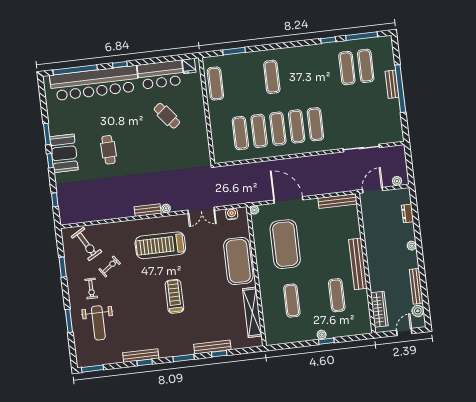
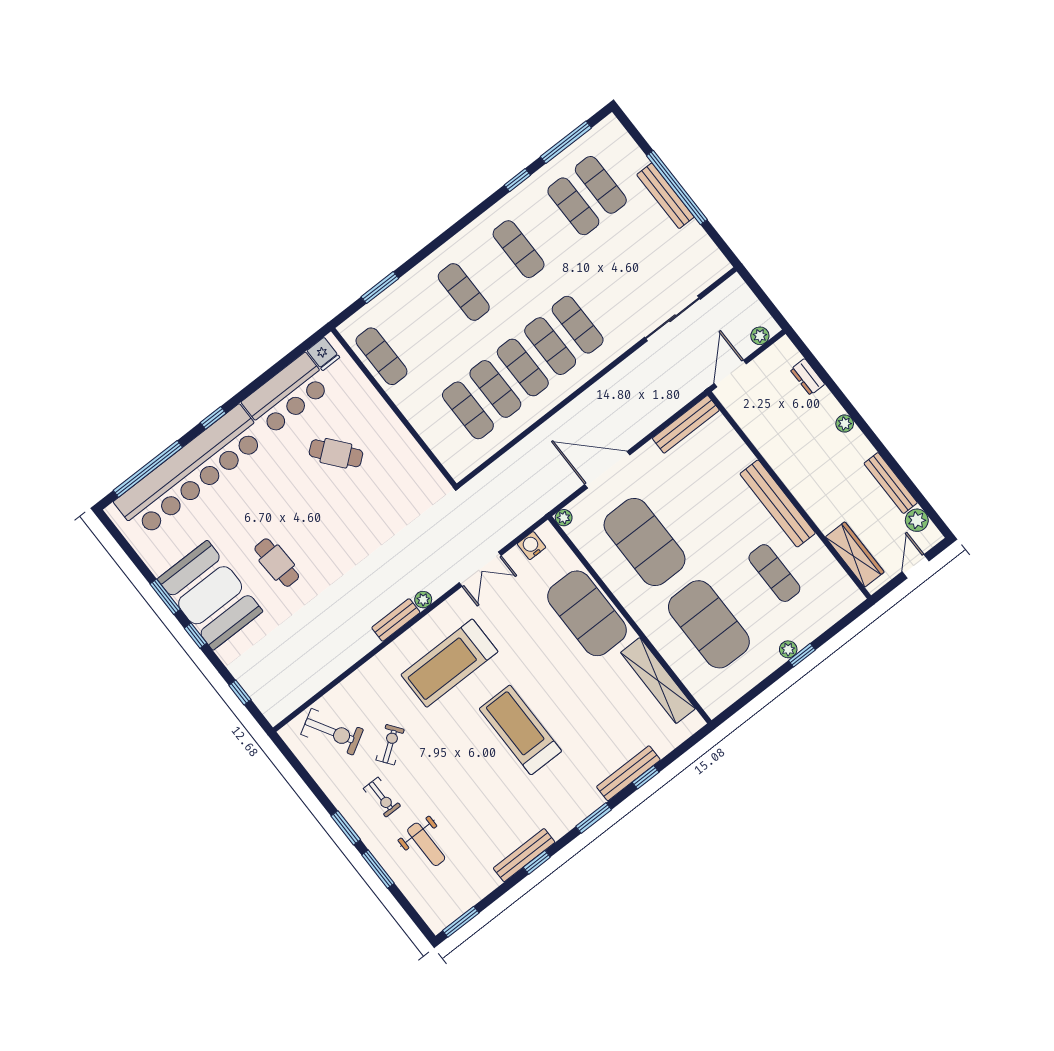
exercise mat: (309, 72) -> (519, 249), added
bench: (392, 84) -> (665, 196), width x1.36
booth: (64, 153) -> (210, 595), width x1.36, depth x1.42
window: (63, 267) -> (346, 828), moved
treadmill: (174, 296) -> (520, 730), width x1.37, depth x1.38
exercise mat: (292, 301) -> (709, 624), width x2.00, depth x1.45
weight bench: (98, 323) -> (426, 844), width x0.73, depth x0.75

